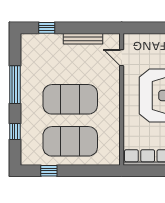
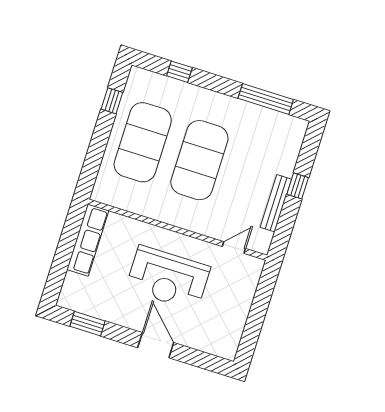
window: (47, 28) -> (298, 186), moved
window: (15, 85) -> (266, 99), moved

